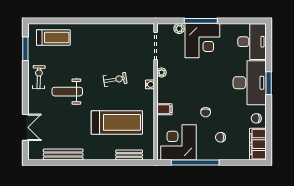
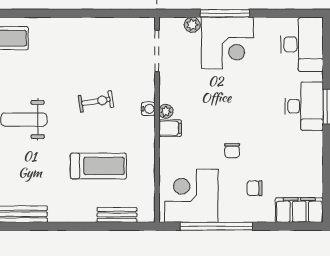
plant: (162, 72) -> (166, 111), moved
desk: (250, 83) -> (304, 106), width x0.73, depth x0.77
filing cabinet: (164, 109) -> (170, 128), moved
chair: (256, 118) -> (308, 160), removed
treadmill: (117, 122) -> (98, 166), width x0.73, depth x0.73
filing cabinet: (258, 144) -> (299, 210), moved, turned 90

